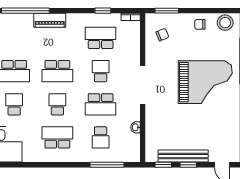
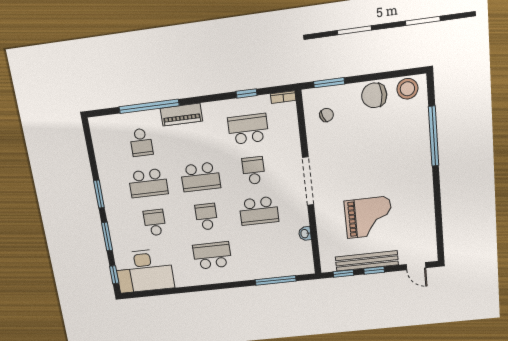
chair: (200, 24) -> (374, 95), width x1.87, depth x1.87
grand piano: (205, 82) -> (368, 217), moved, width x0.73, depth x0.68
school desk: (101, 137) -> (141, 142), moved

